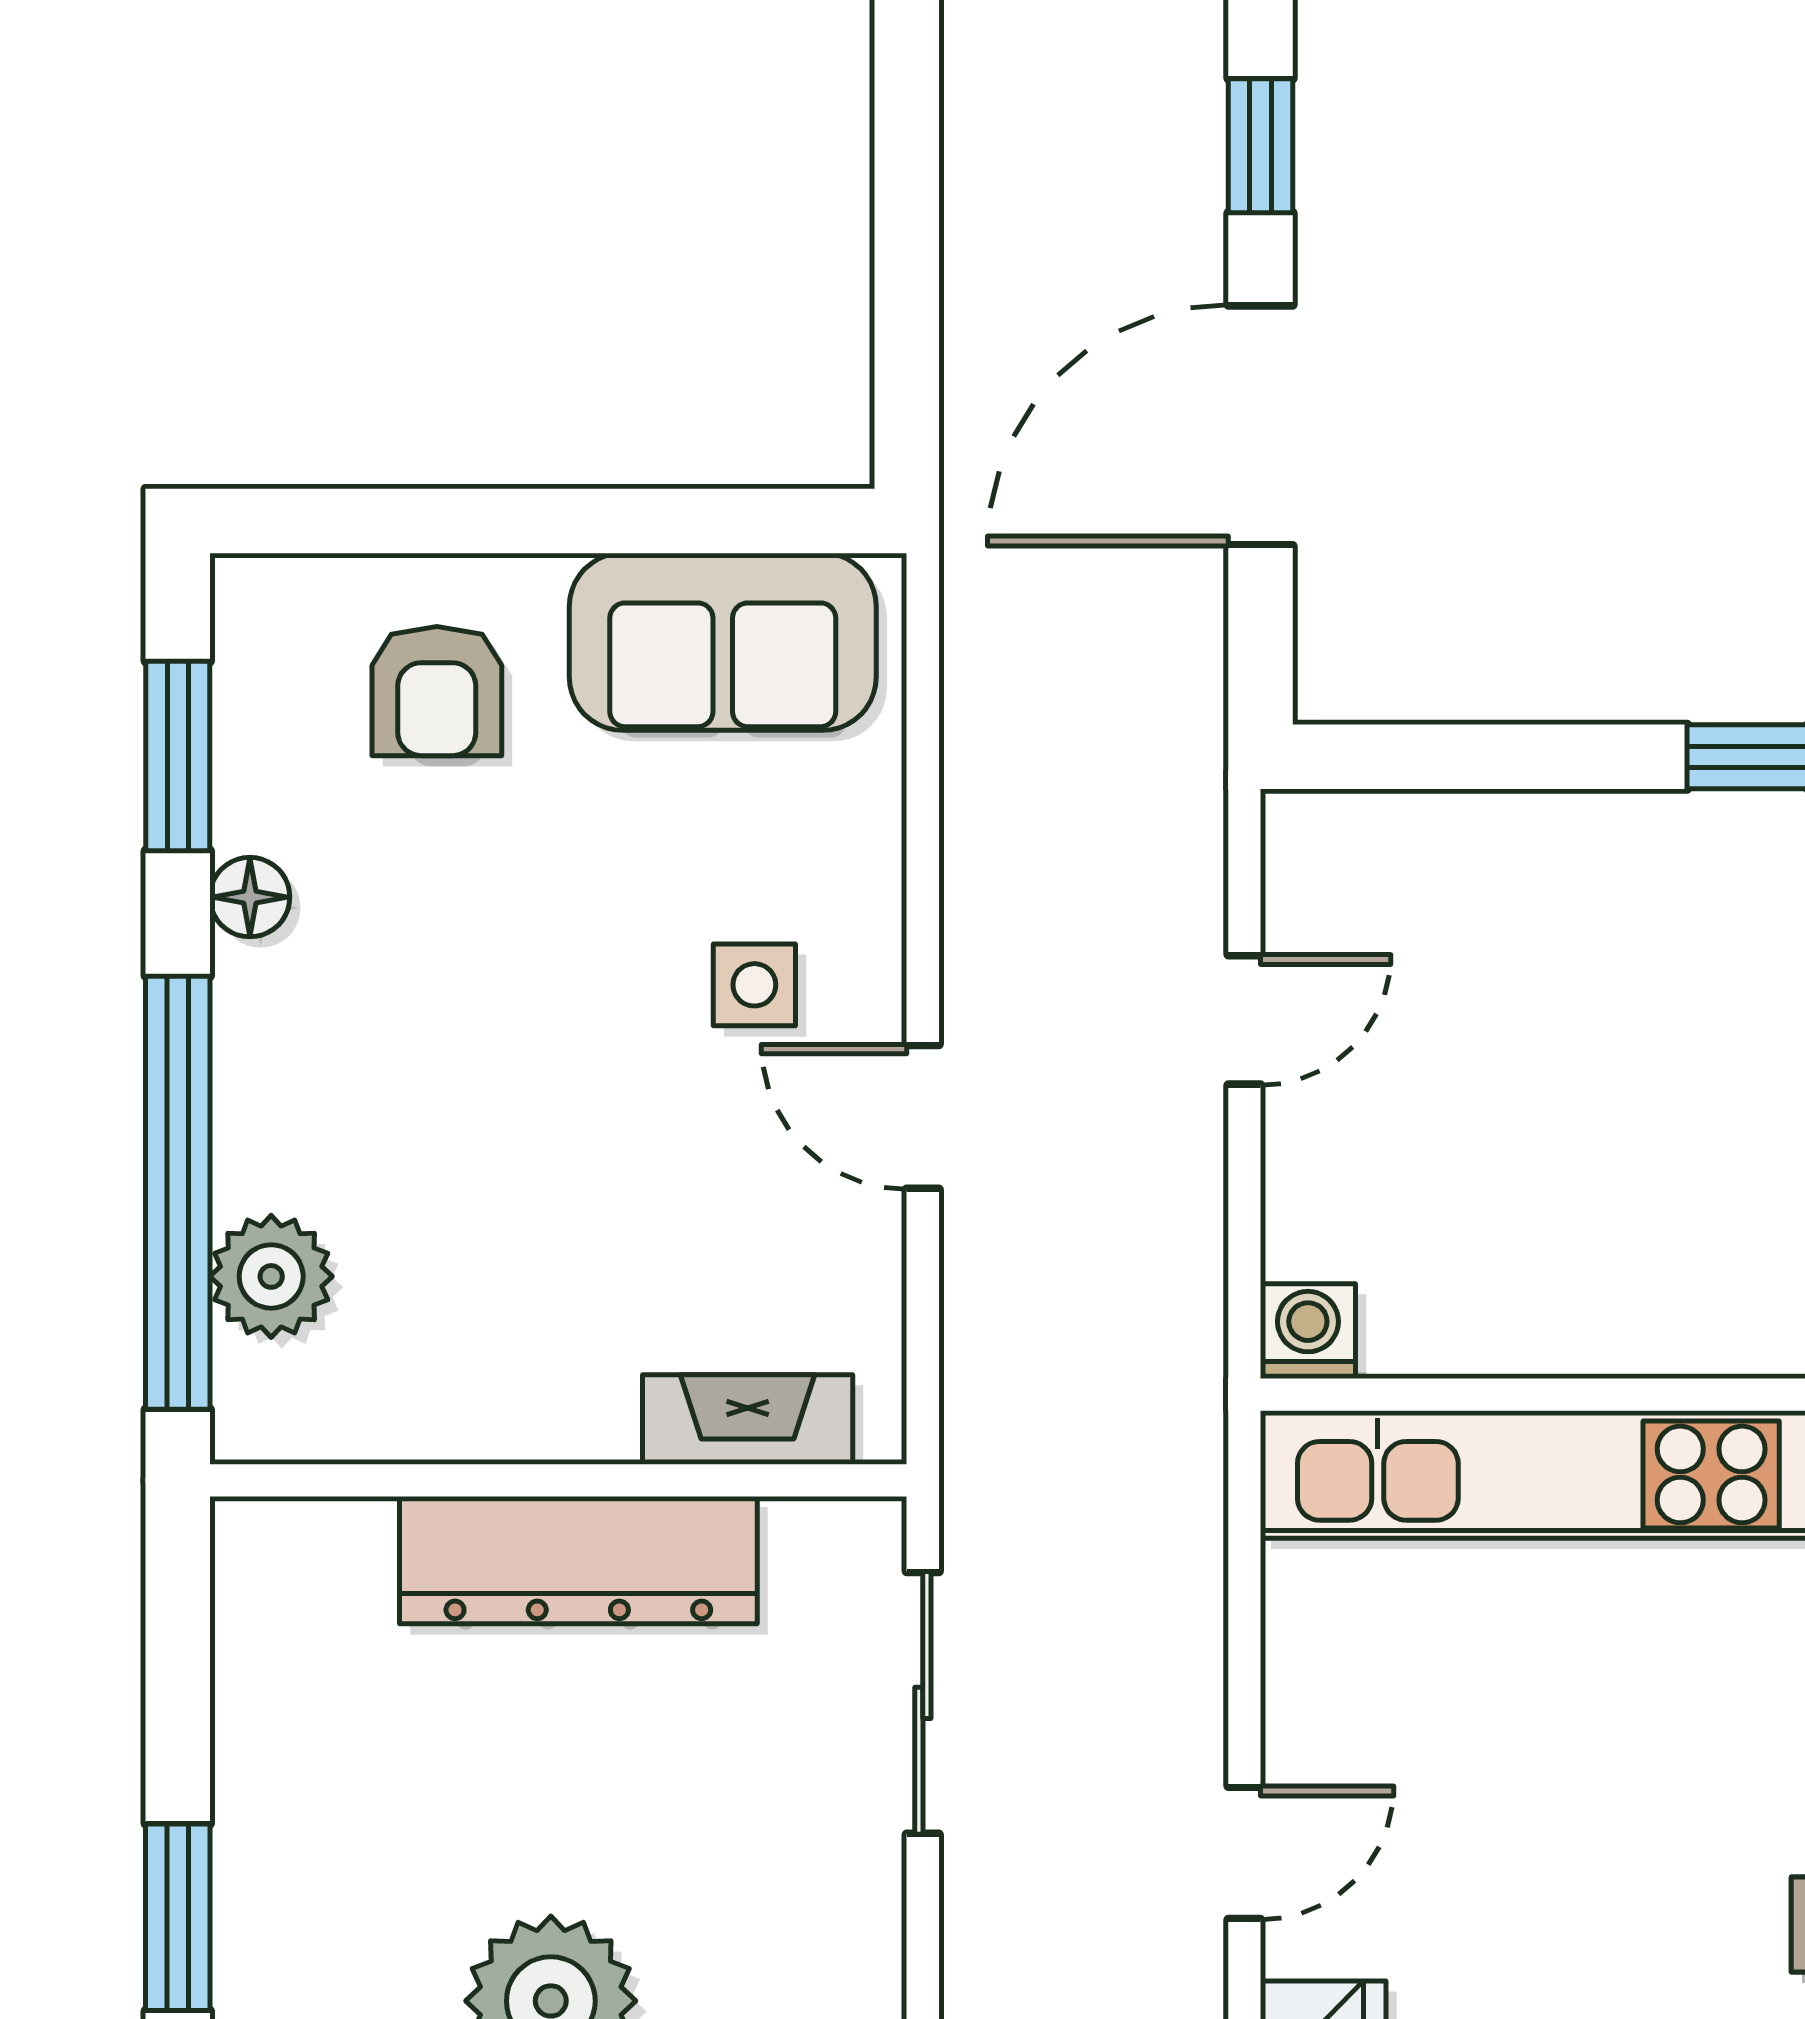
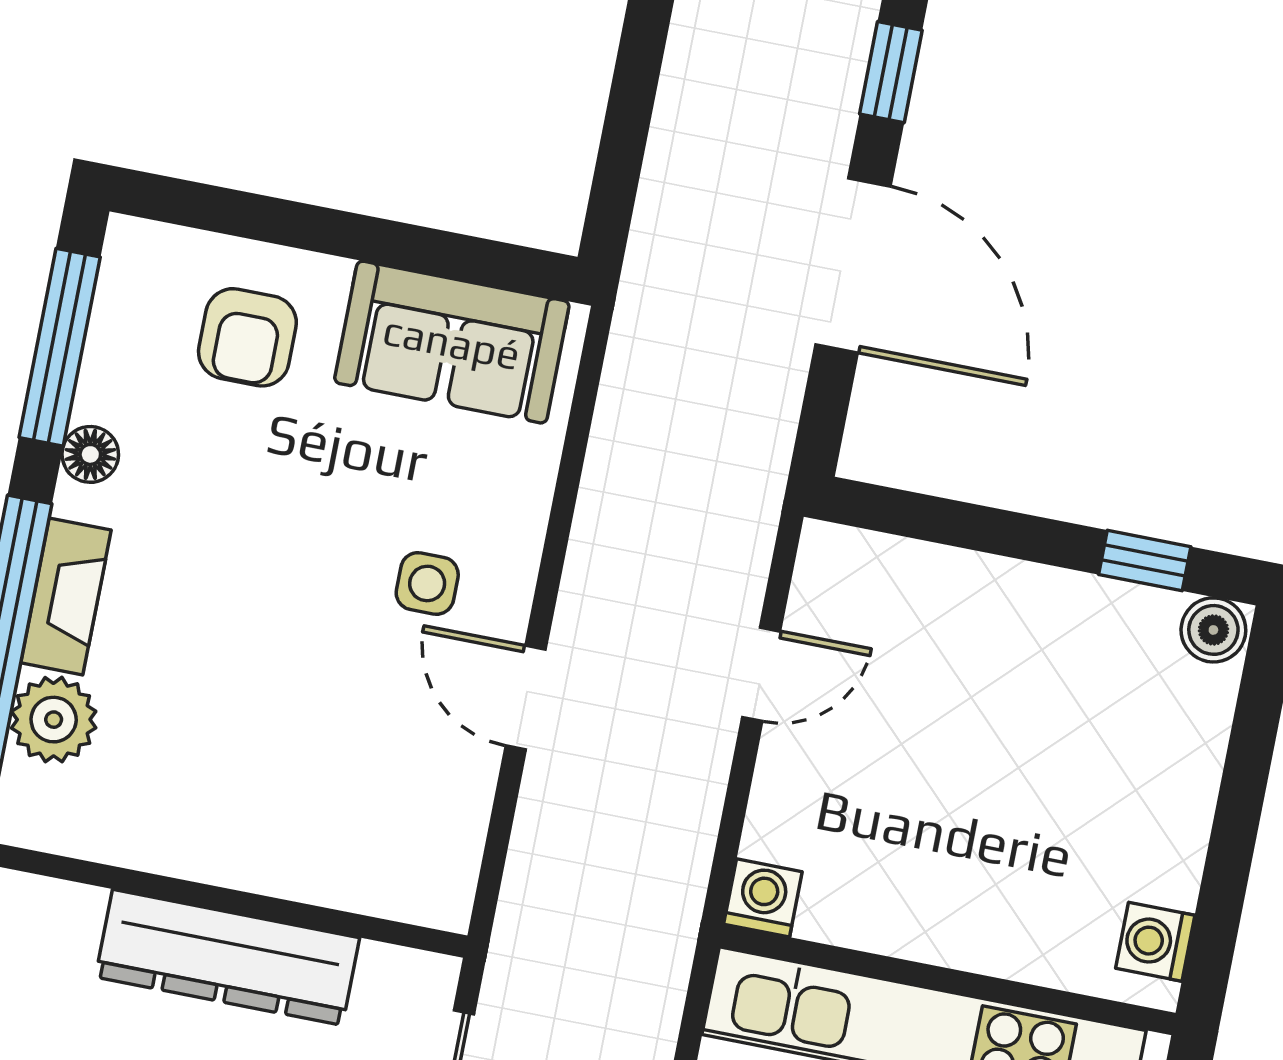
door: (1260, 425) -> (853, 265), swing flipped
window: (178, 756) -> (60, 347), width x1.44
fireplace: (748, 1419) -> (66, 596), moved, turned 90

